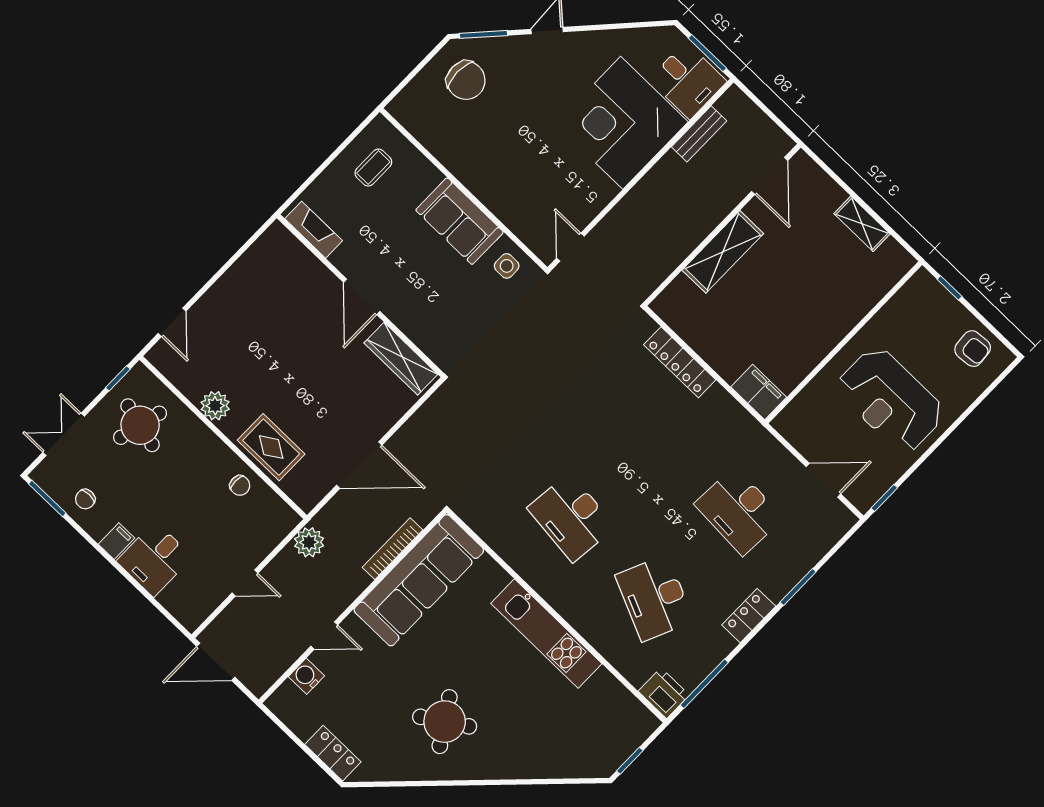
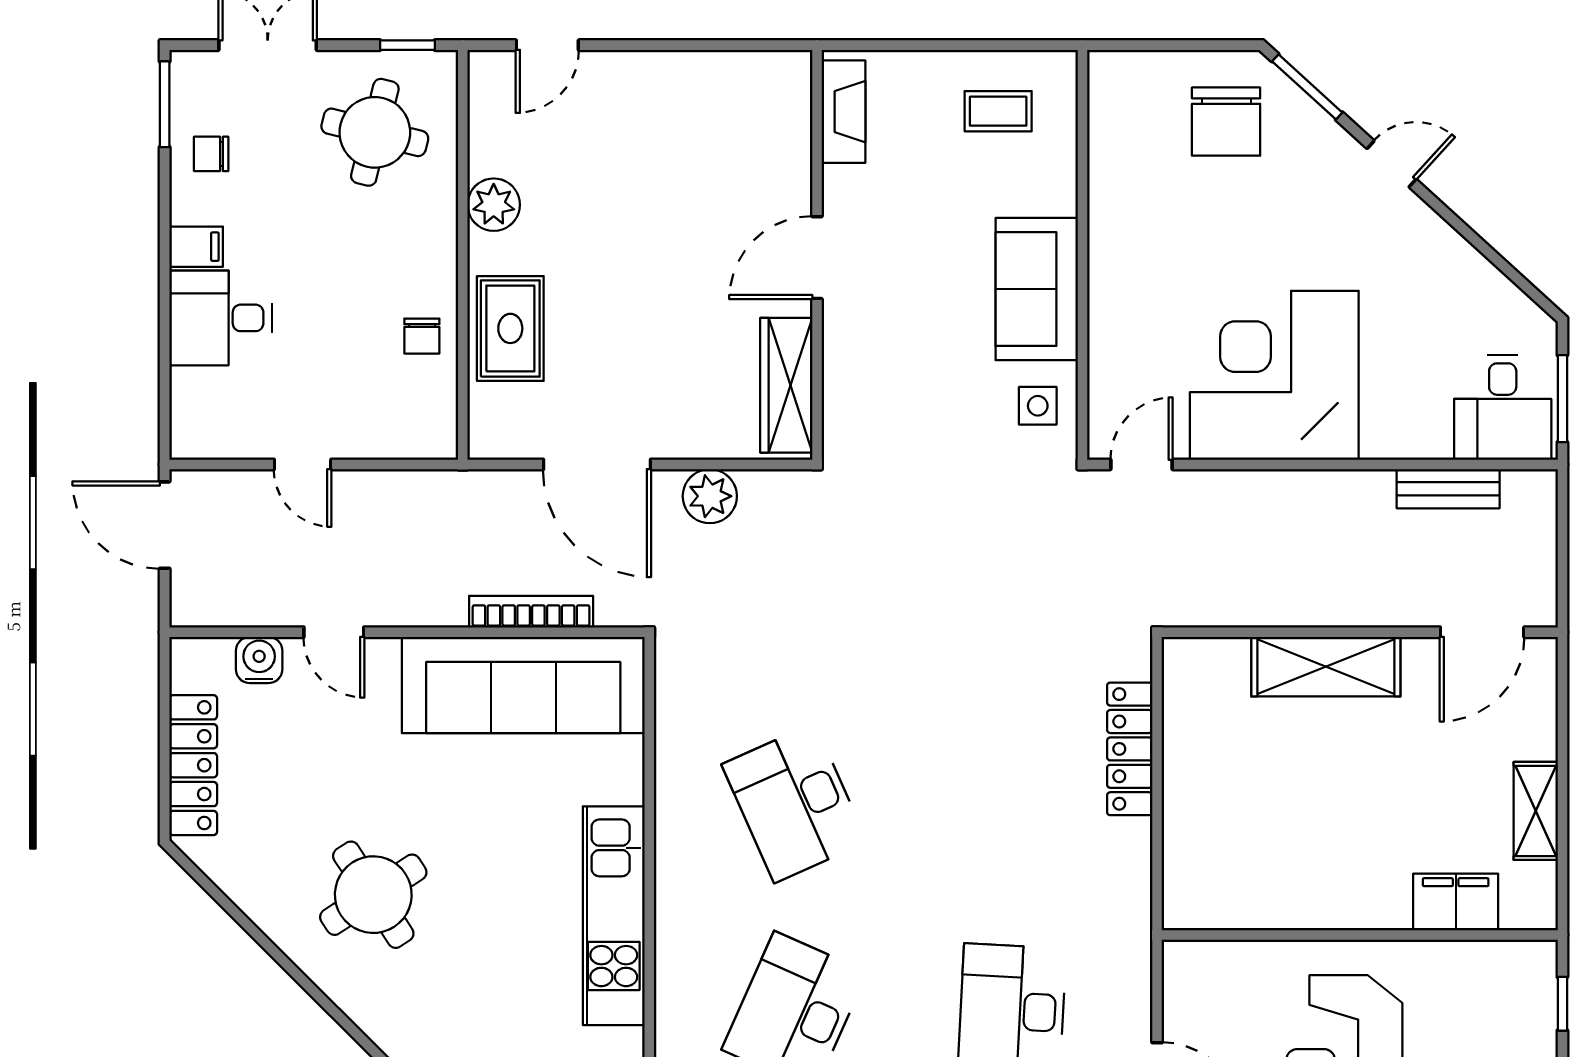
corner desk: (622, 123) -> (1274, 375), moved
filing cabinet: (759, 392) -> (1456, 902), moved, turned -90
desk: (571, 518) -> (794, 803), turned -30
plant: (309, 542) -> (710, 496), moved
locker: (333, 753) -> (193, 765), width x1.53

